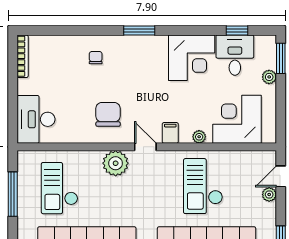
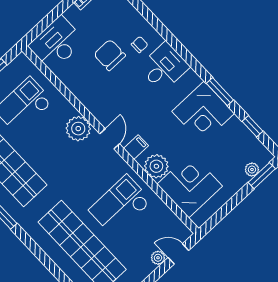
window: (139, 30) -> (220, 92), moved
desk: (235, 55) -> (164, 67), moved
plant: (269, 77) -> (252, 170), moved
chair: (108, 114) -> (110, 55), moved, turned -90
plant: (199, 137) -> (156, 166), width x1.88, depth x1.88

